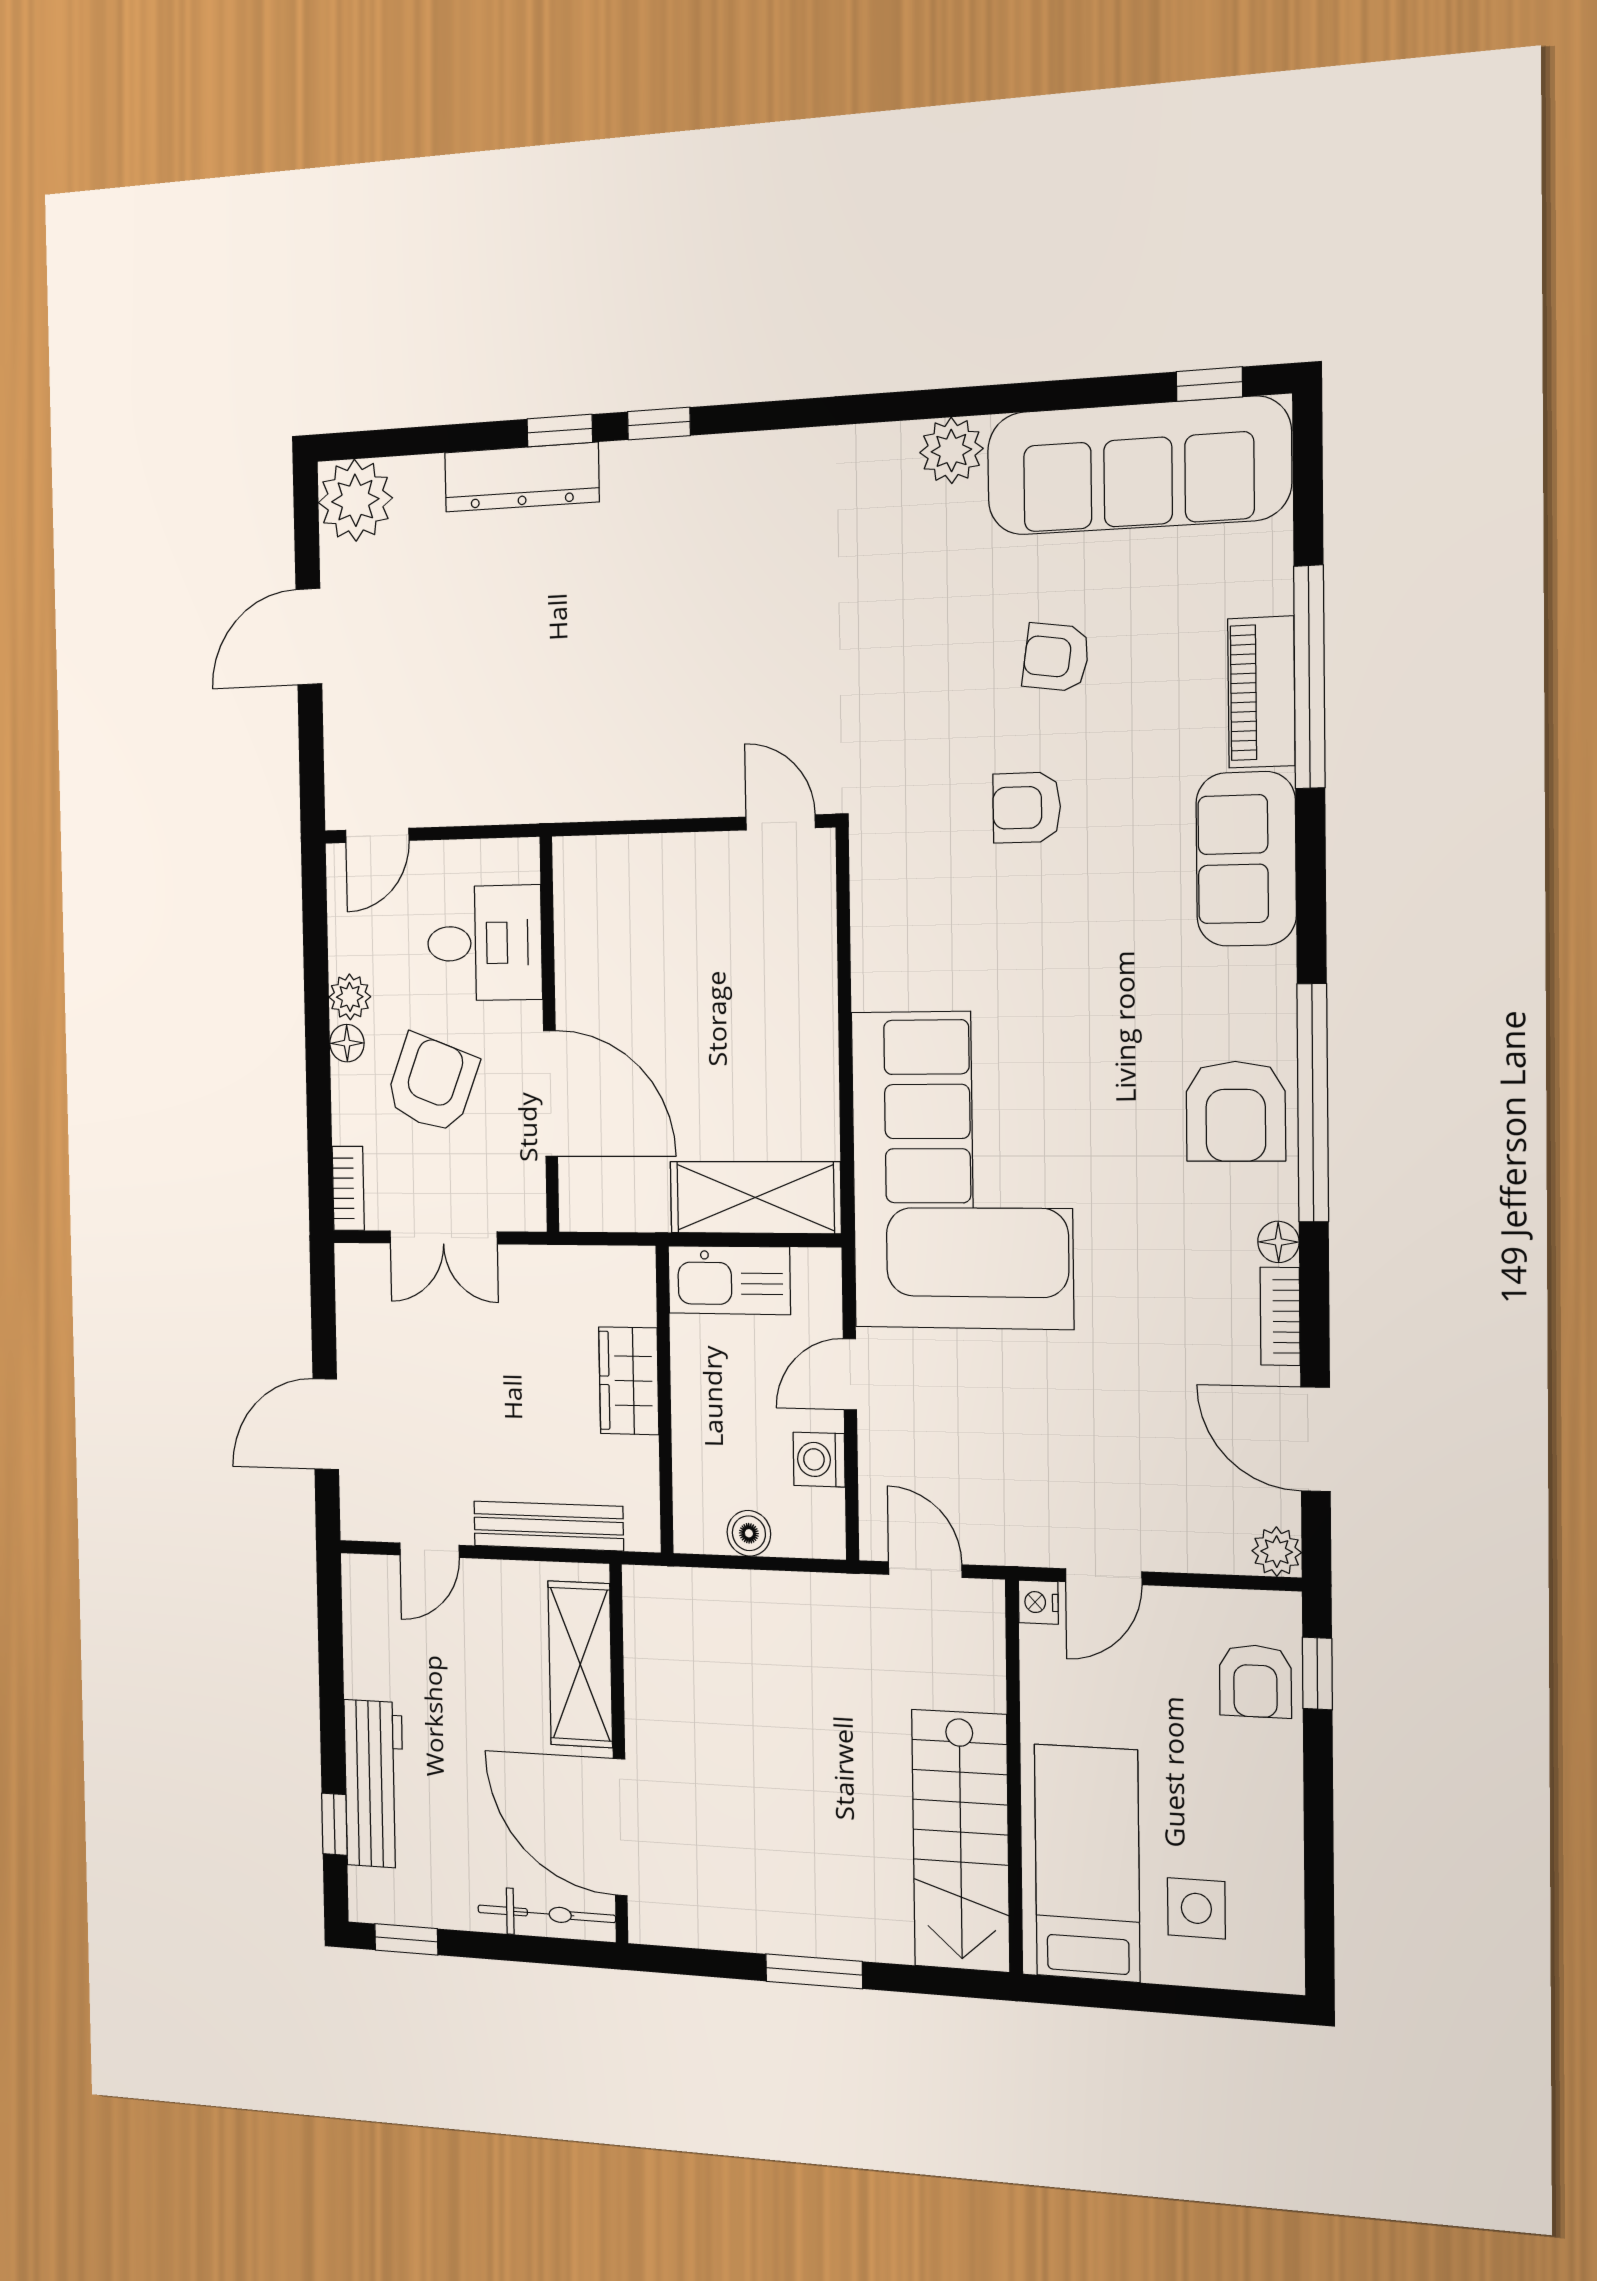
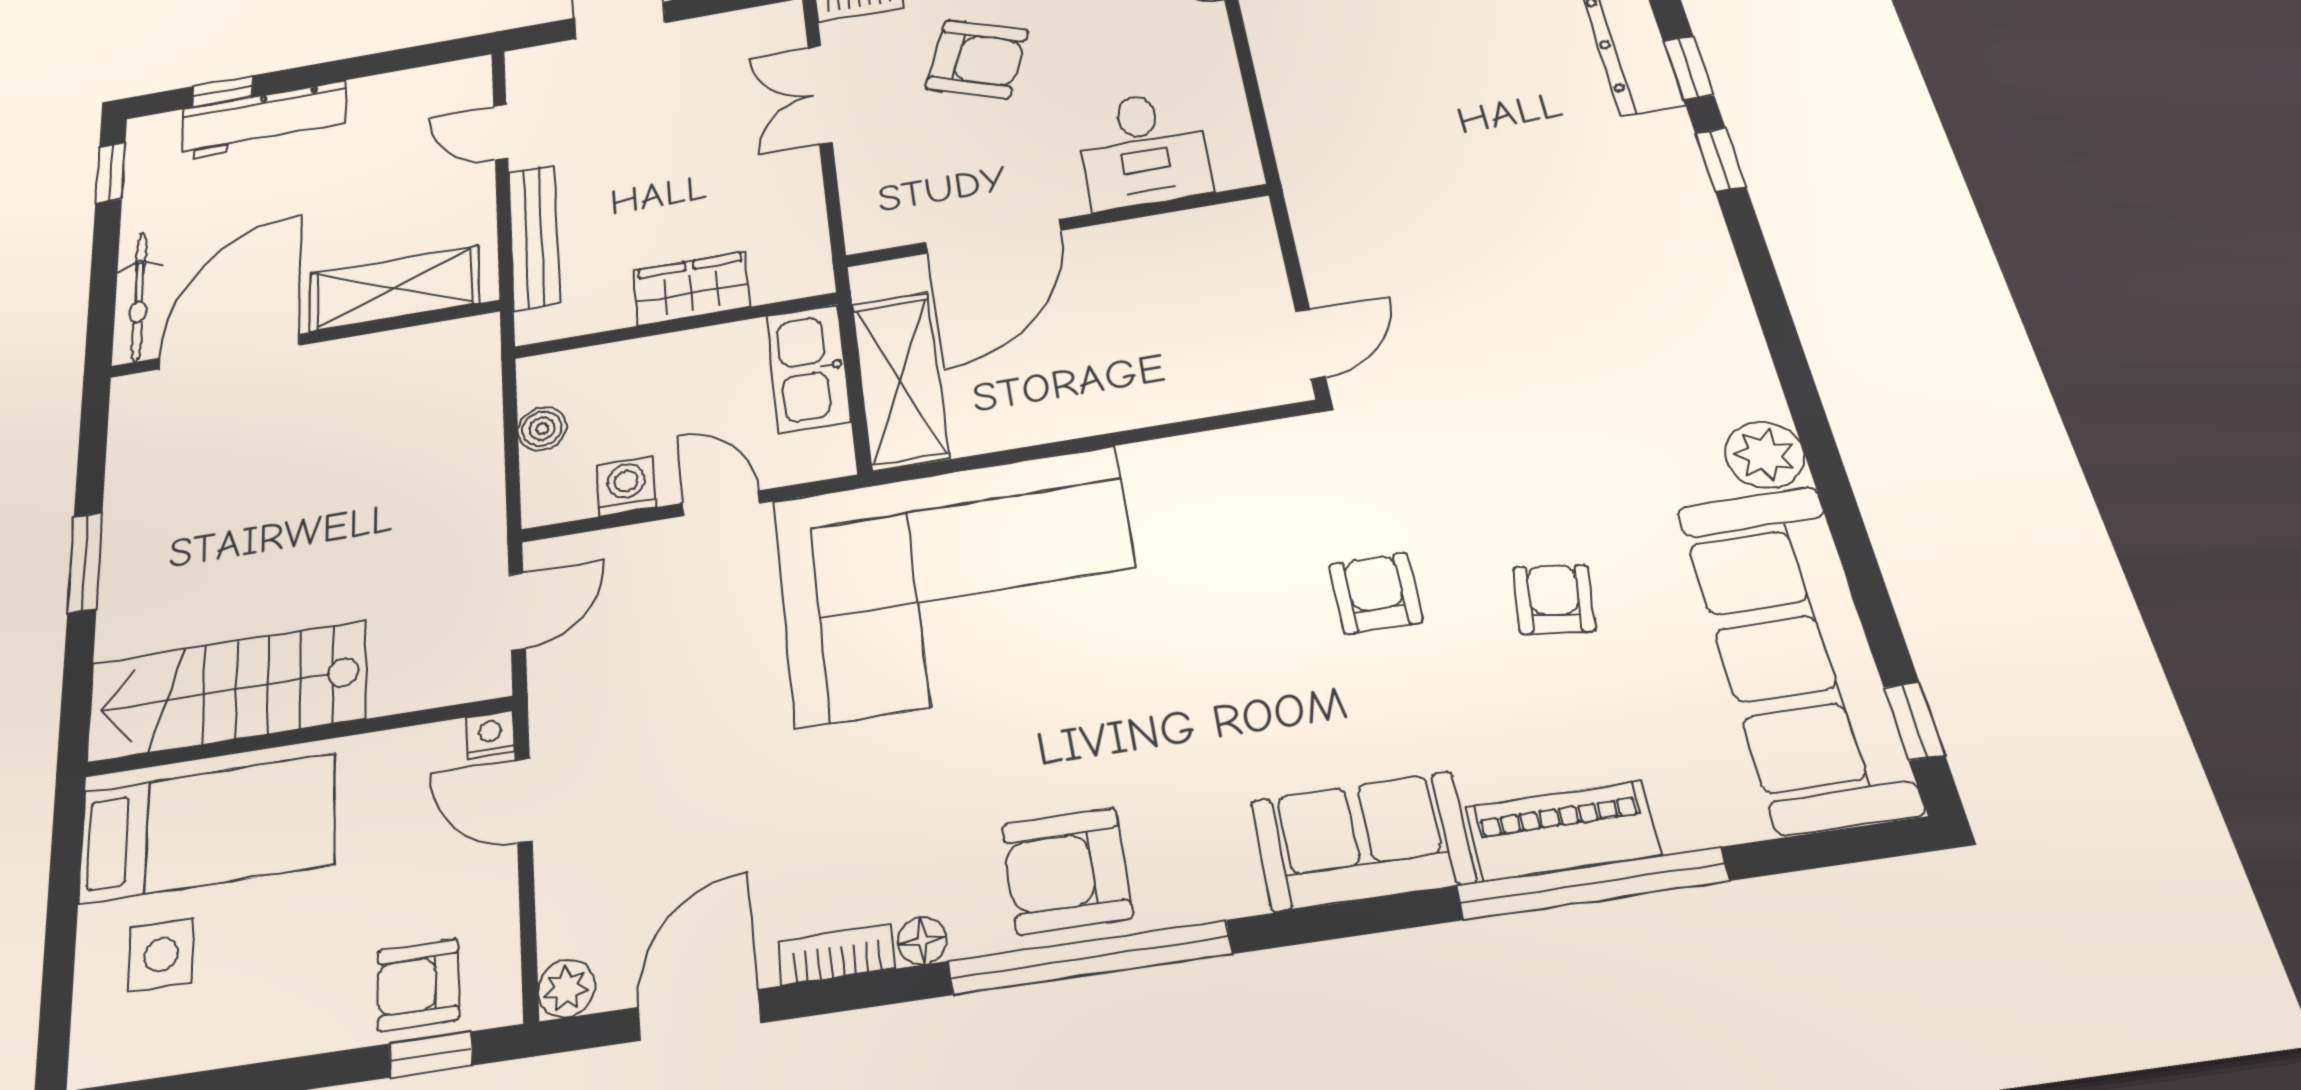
desk: (484, 943) -> (1143, 149), moved
wall: (549, 1035) -> (1056, 226), moved
door: (551, 1094) -> (993, 236), moved

